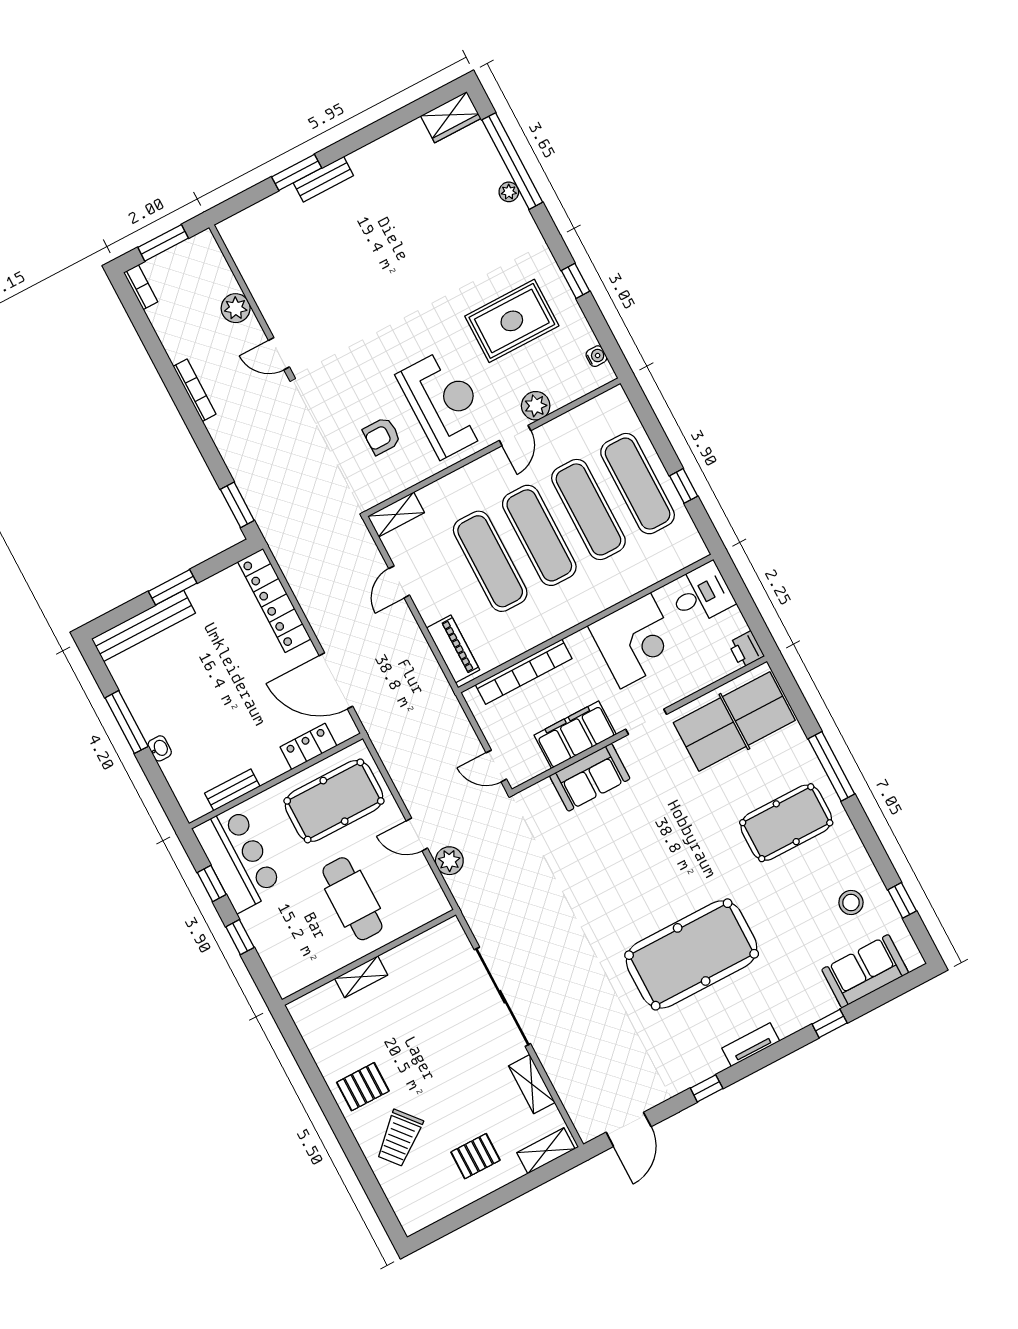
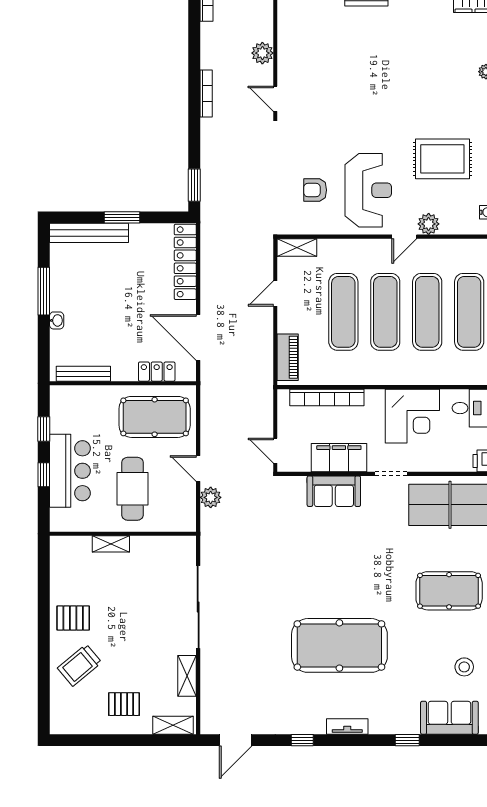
bench: (232, 790) -> (83, 374), width x1.36
bar counter: (238, 859) -> (70, 471), moved

